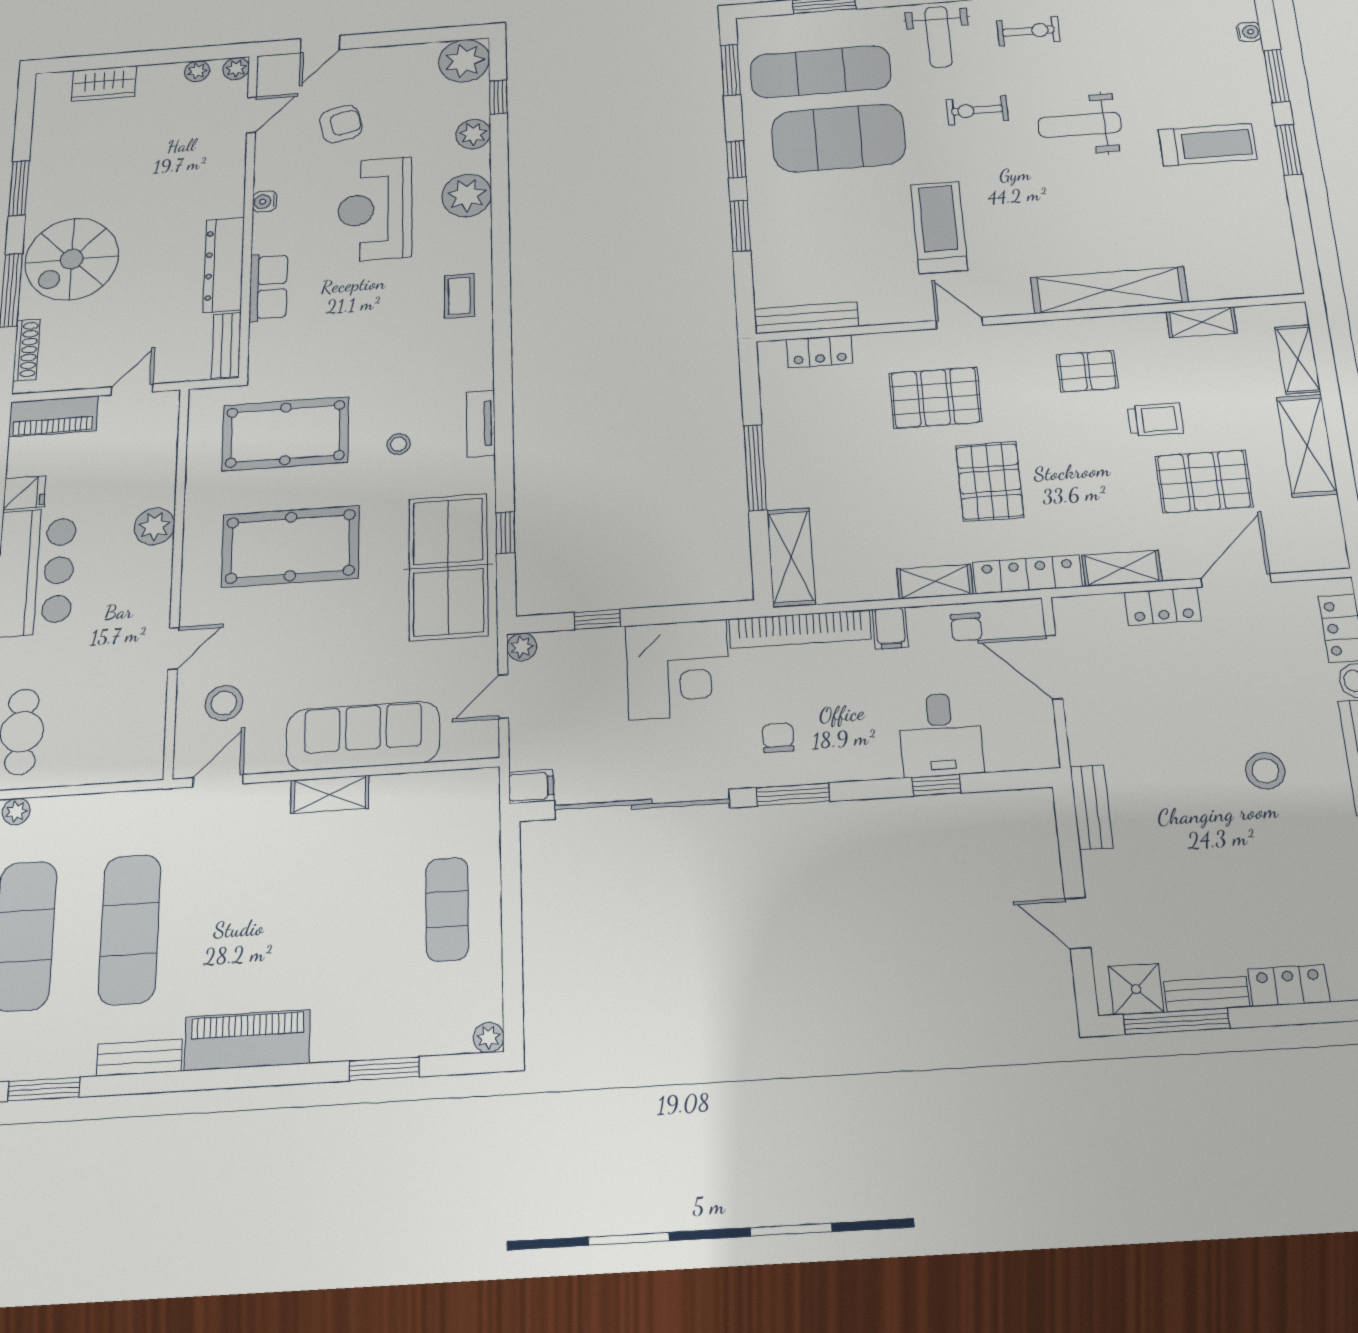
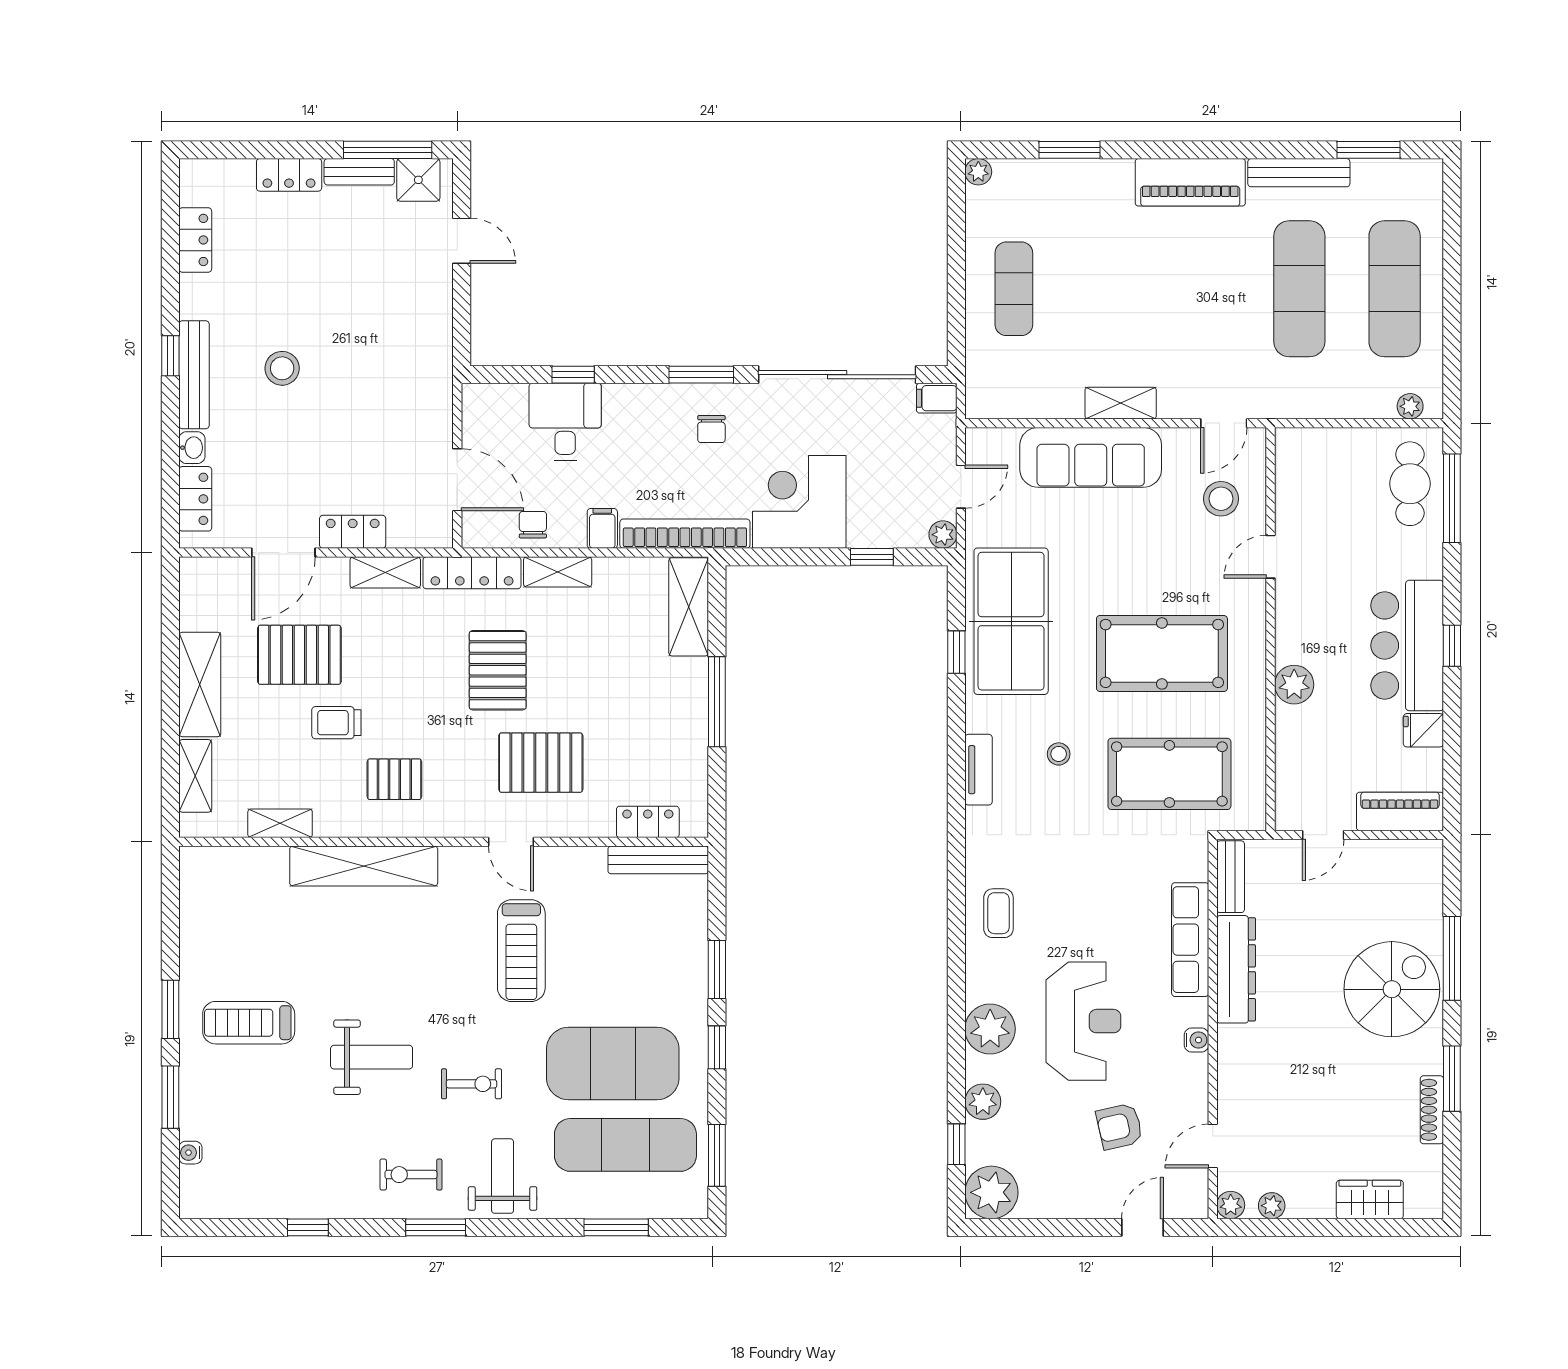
row of seats: (268, 287) -> (1190, 940), width x1.48
shoe rack: (26, 350) -> (1432, 1110), moved
bench: (1091, 807) -> (438, 345), removed
bench: (139, 1058) -> (1299, 173), width x1.36

